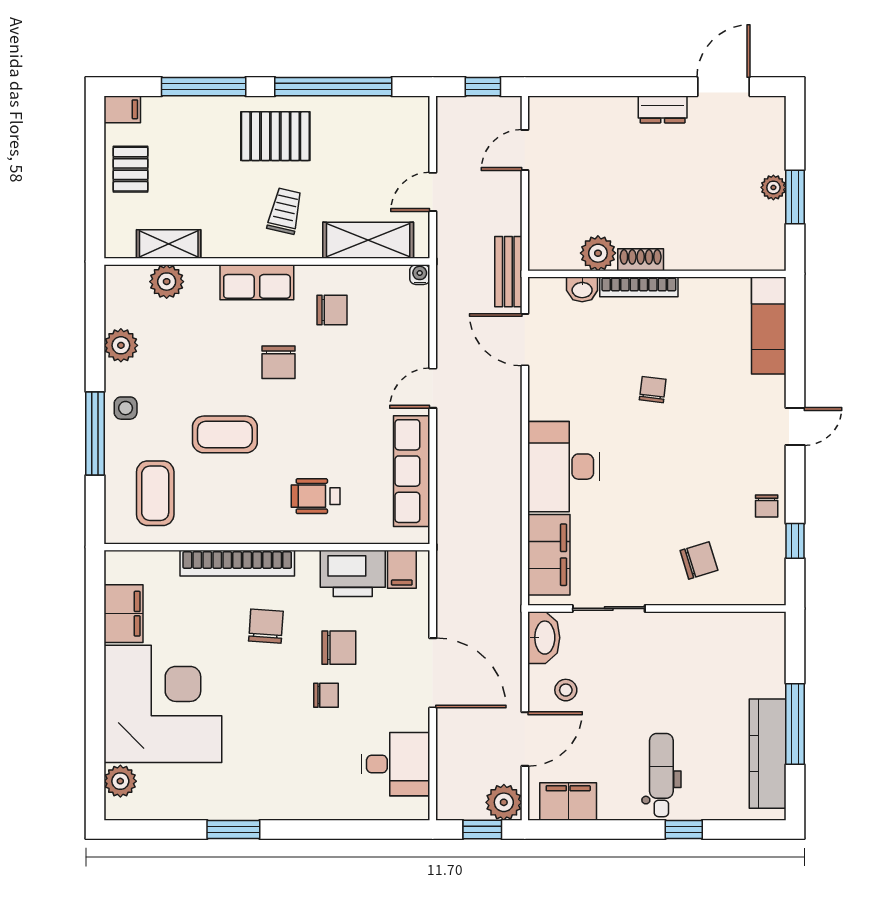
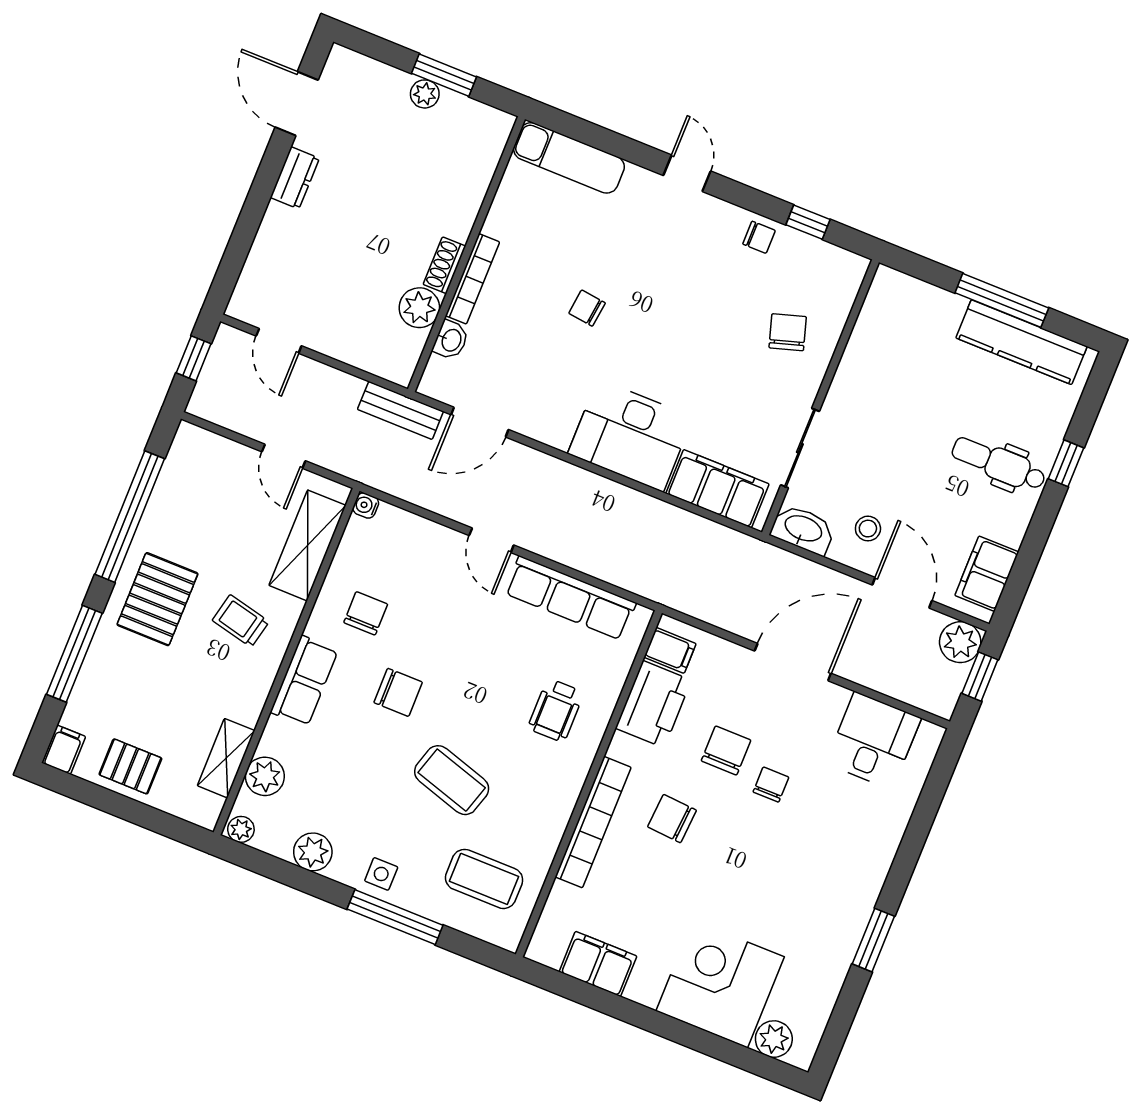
plant: (116, 280) -> (241, 829), added
coffee table: (225, 434) -> (452, 780), turned -73
corner desk: (163, 704) -> (720, 984), width x0.74, depth x0.74

